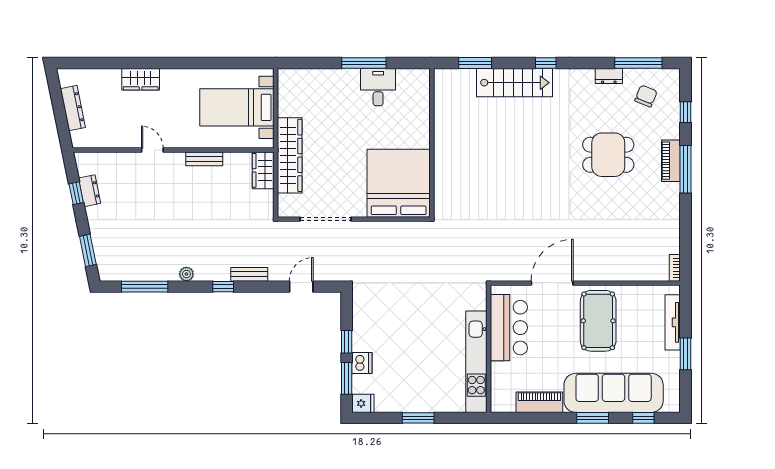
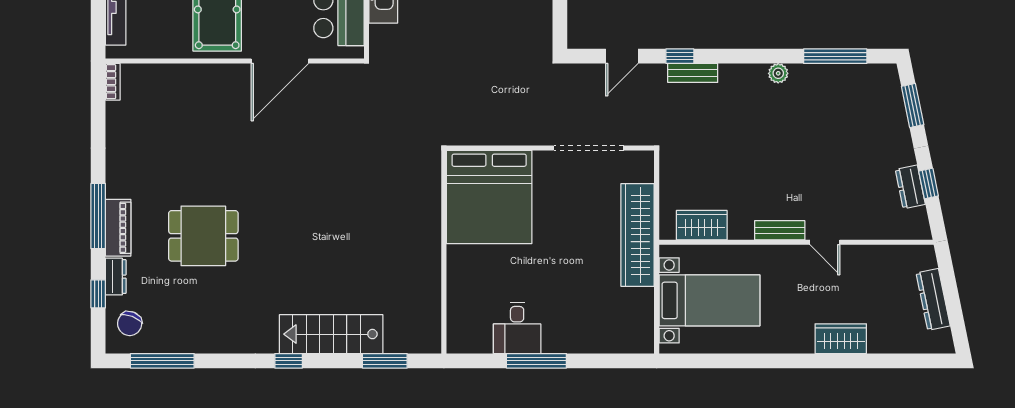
dresser: (609, 76) -> (116, 277), moved, turned 90
chair: (646, 96) -> (130, 324), moved
bench: (204, 159) -> (780, 230), moved
wardrobe: (263, 170) -> (702, 225), moved, turned -90
window: (223, 287) -> (680, 56), moved

